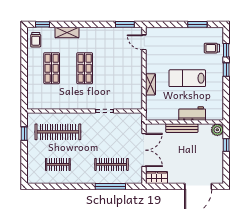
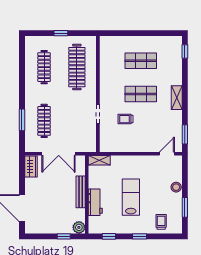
shelving: (67, 32) -> (177, 98), moved
stool: (177, 33) -> (176, 187), added
trolley: (36, 40) -> (126, 119), moved
window: (226, 50) -> (109, 236), moved
shelving: (151, 84) -> (99, 160), moved
window: (24, 134) -> (61, 33), moved
clothes rail: (58, 164) -> (44, 67), width x1.36
window: (110, 186) -> (22, 120), width x0.69

